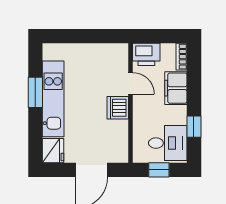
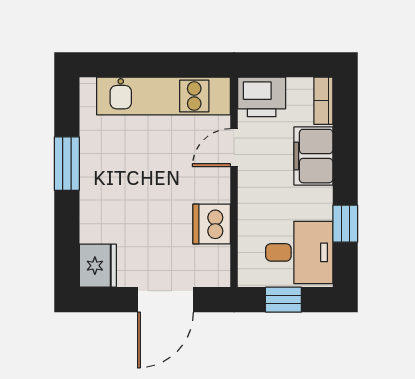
door: (131, 83) -> (234, 148), swing flipped
kitchen unit: (53, 99) -> (163, 96), moved, turned 90
dishwasher: (118, 108) -> (212, 224), moved

